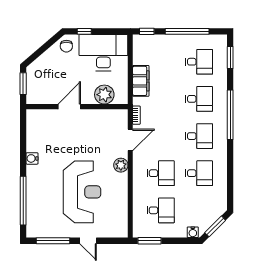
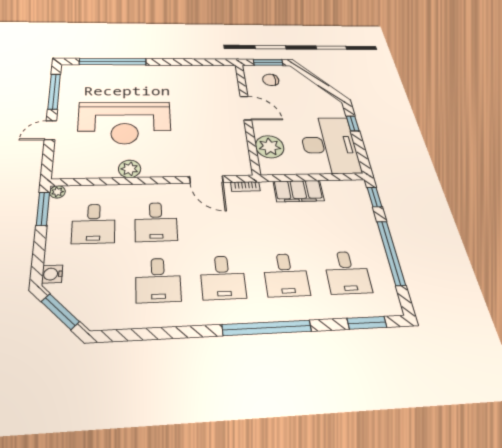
chair: (66, 46) -> (271, 80), moved
water cooler: (32, 158) -> (170, 70), removed
plant: (121, 165) -> (130, 169), moved
plant: (137, 233) -> (57, 192), added

